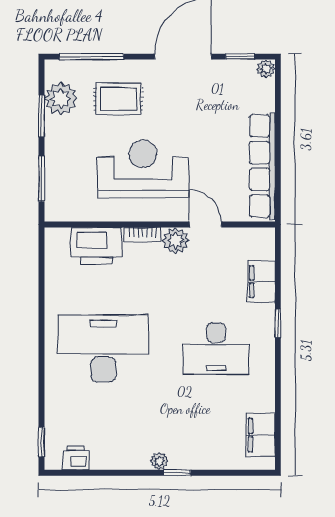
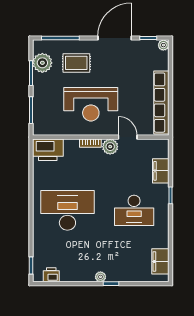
reception desk: (143, 169) -> (91, 104), turned 180
printer: (96, 246) -> (48, 150), moved

